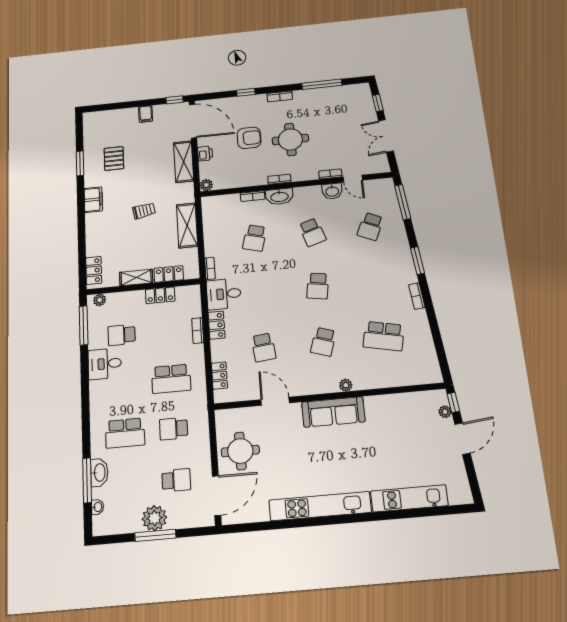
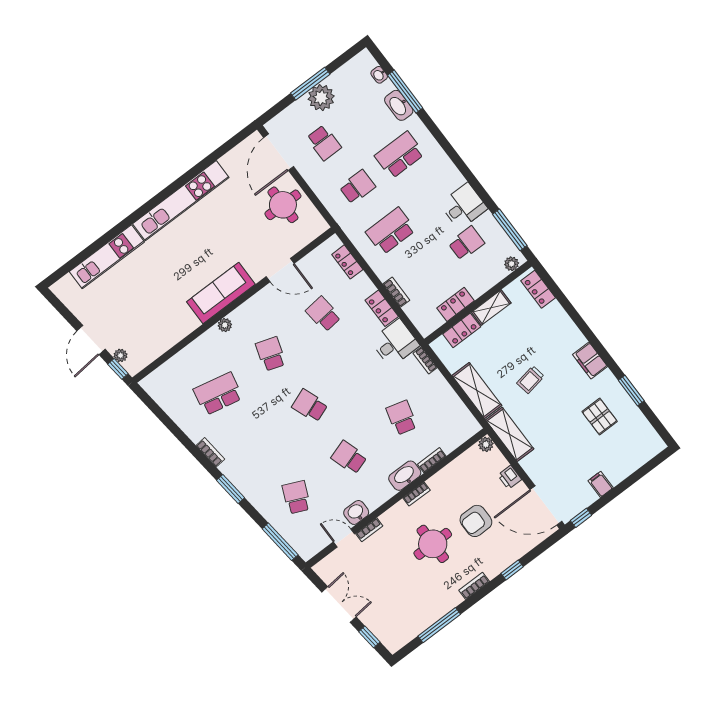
shelving: (184, 162) -> (510, 434), moved
school desk: (318, 286) -> (310, 406), turned -30
school desk: (176, 480) -> (324, 143), turned -90

